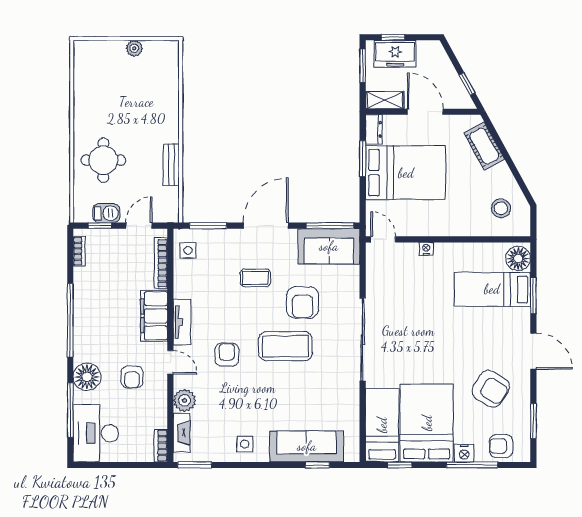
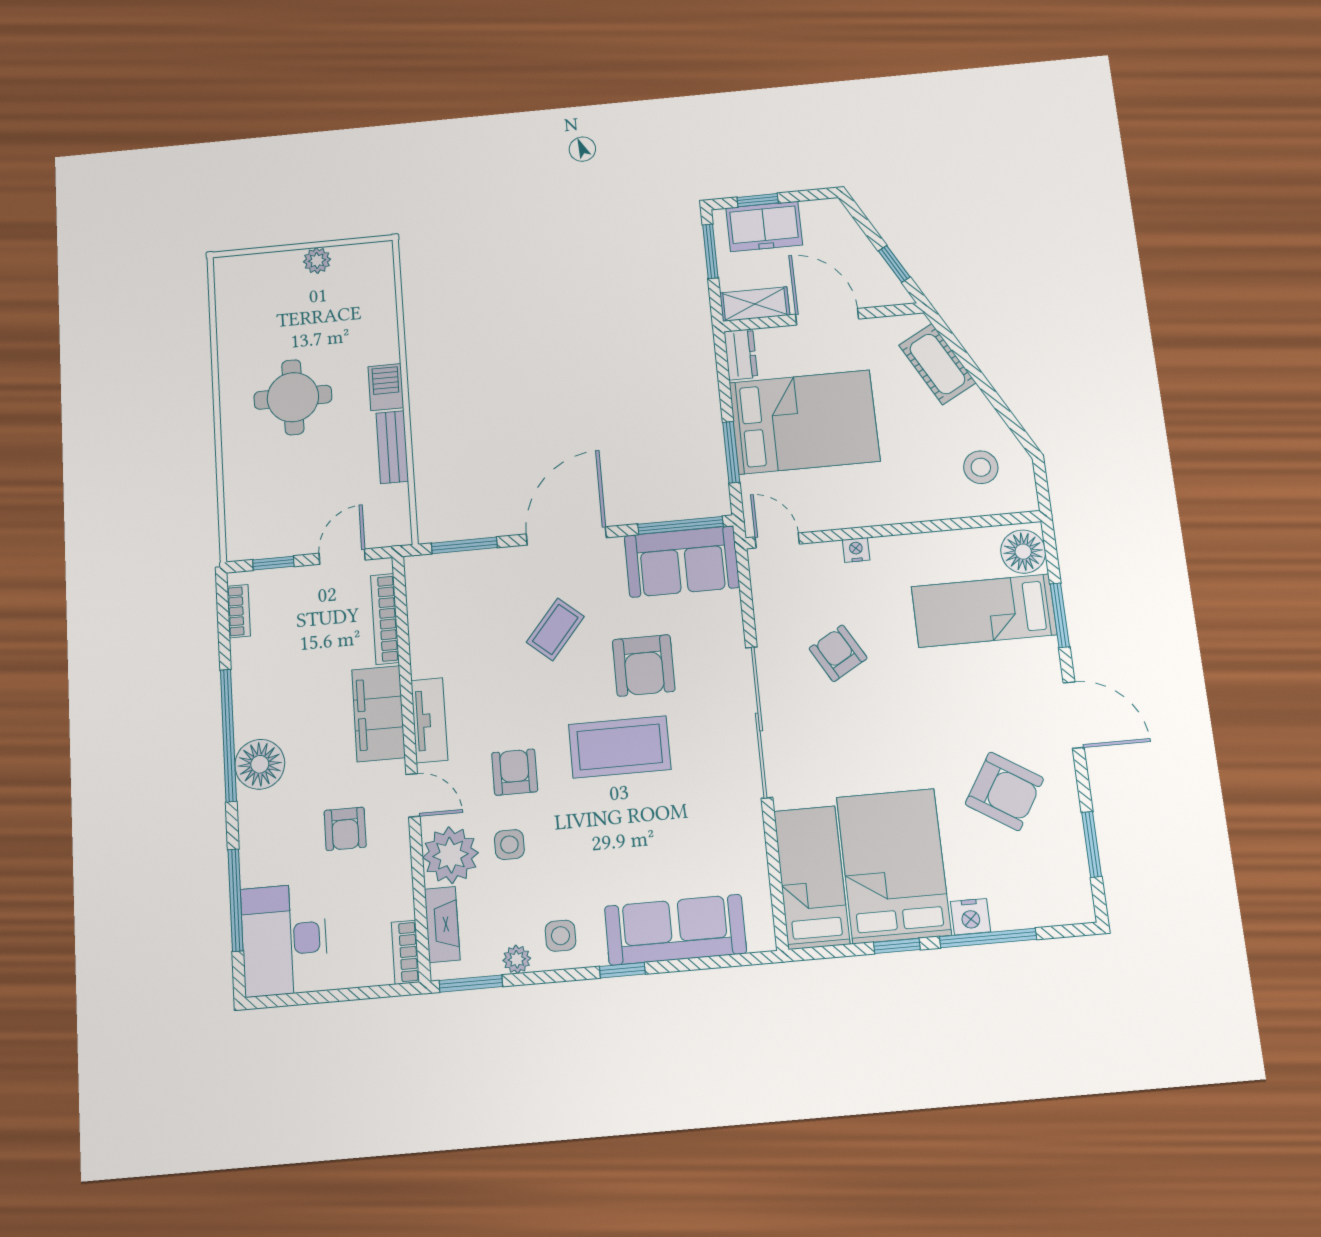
window: (363, 159) -> (731, 452), moved
round table: (103, 160) -> (293, 397), moved
barbecue: (106, 213) -> (386, 387), moved, turned -90
side table: (188, 250) -> (509, 845), moved
coffee table: (255, 278) -> (555, 629), turned -50
floor lamp: (87, 377) -> (260, 764), moved
plant: (185, 400) -> (450, 855), width x1.36, depth x1.36
armchair: (501, 446) -> (838, 653), moved, turned 60
plant: (220, 454) -> (517, 959), added
window: (317, 465) -> (622, 970), moved
window: (400, 465) -> (897, 946), moved

